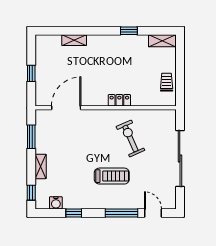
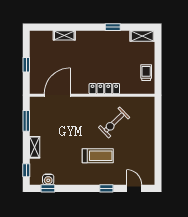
locker: (119, 100) -> (104, 89), width x1.53
exercise bike: (130, 138) -> (114, 122), turned -110
sliding door: (180, 159) -> (158, 140), removed
window: (74, 213) -> (48, 188), moved
window: (122, 213) -> (106, 188), width x0.46

